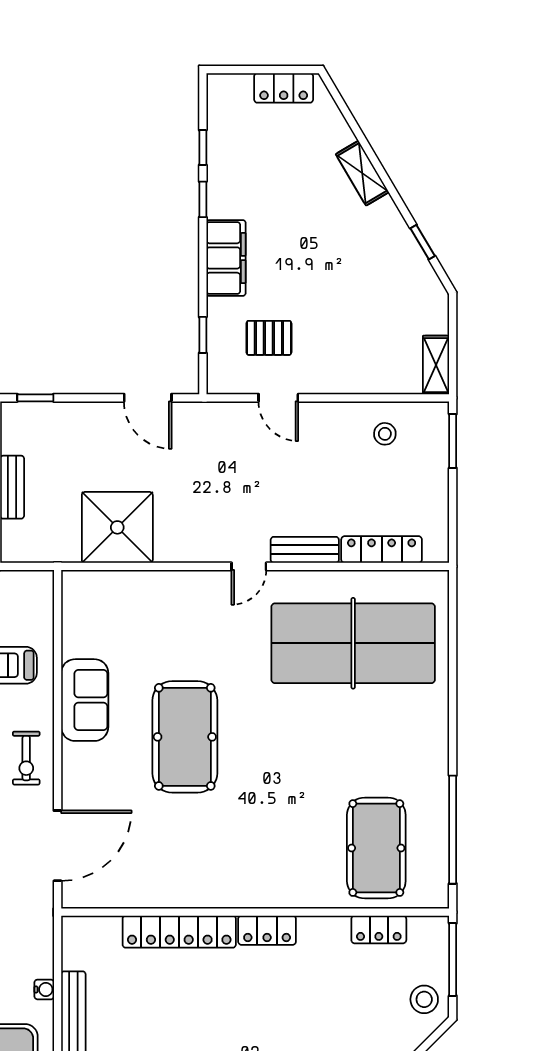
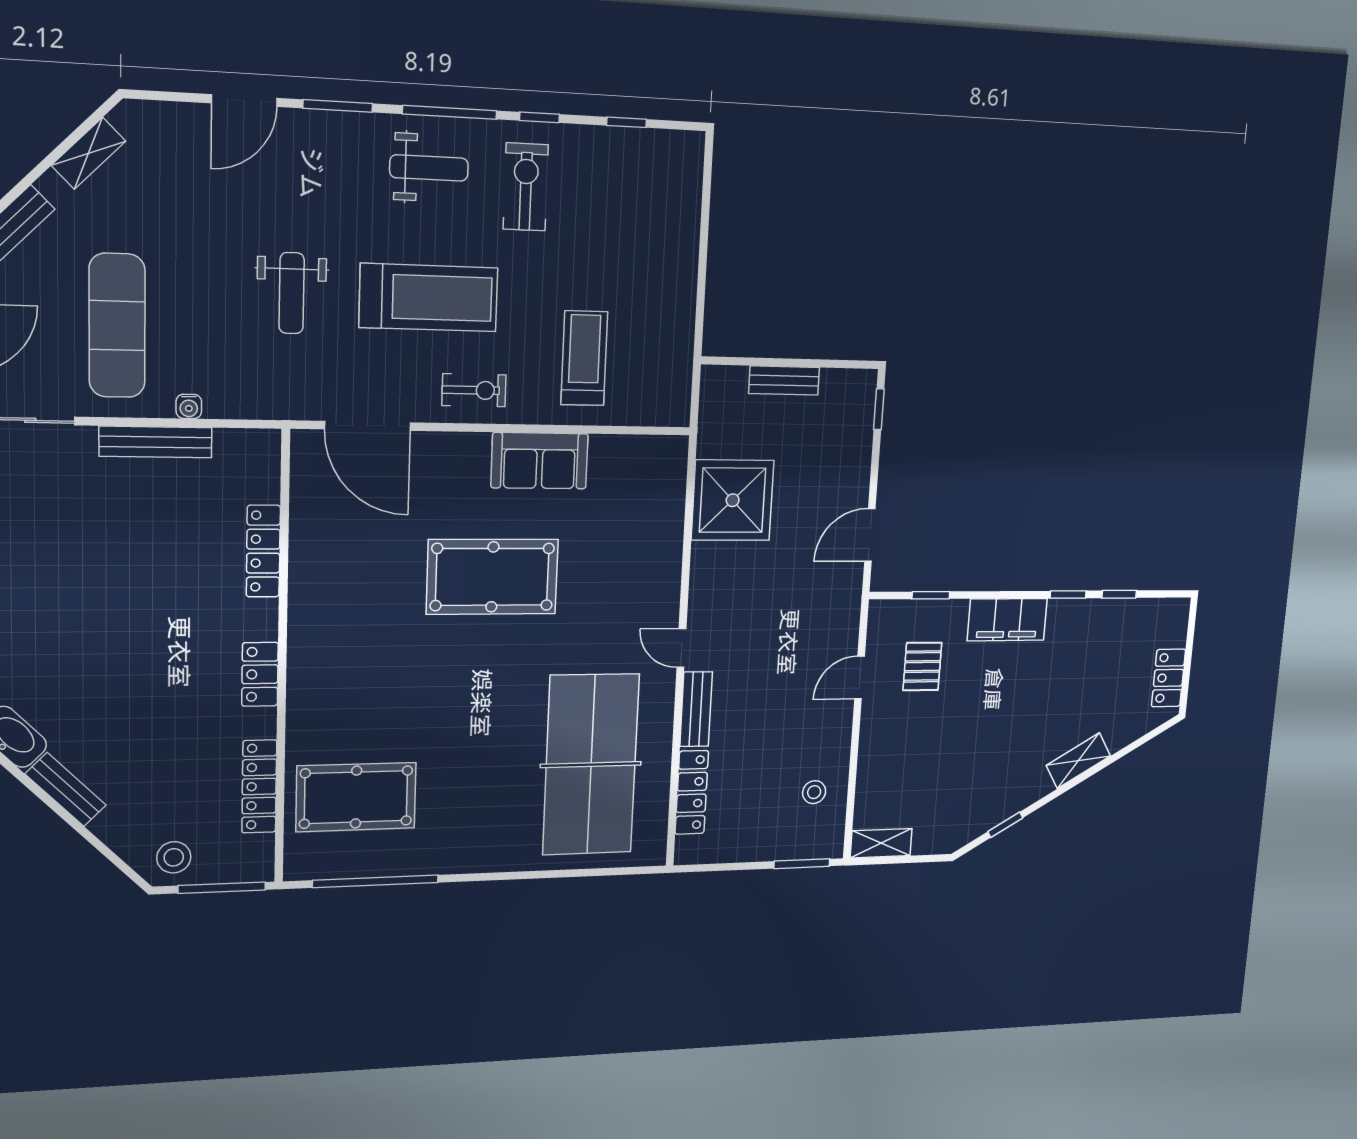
exercise bike: (26, 758) -> (474, 390), turned 180
locker: (379, 929) -> (259, 786), width x1.53
locker: (179, 932) -> (263, 551), width x0.71, depth x0.83

